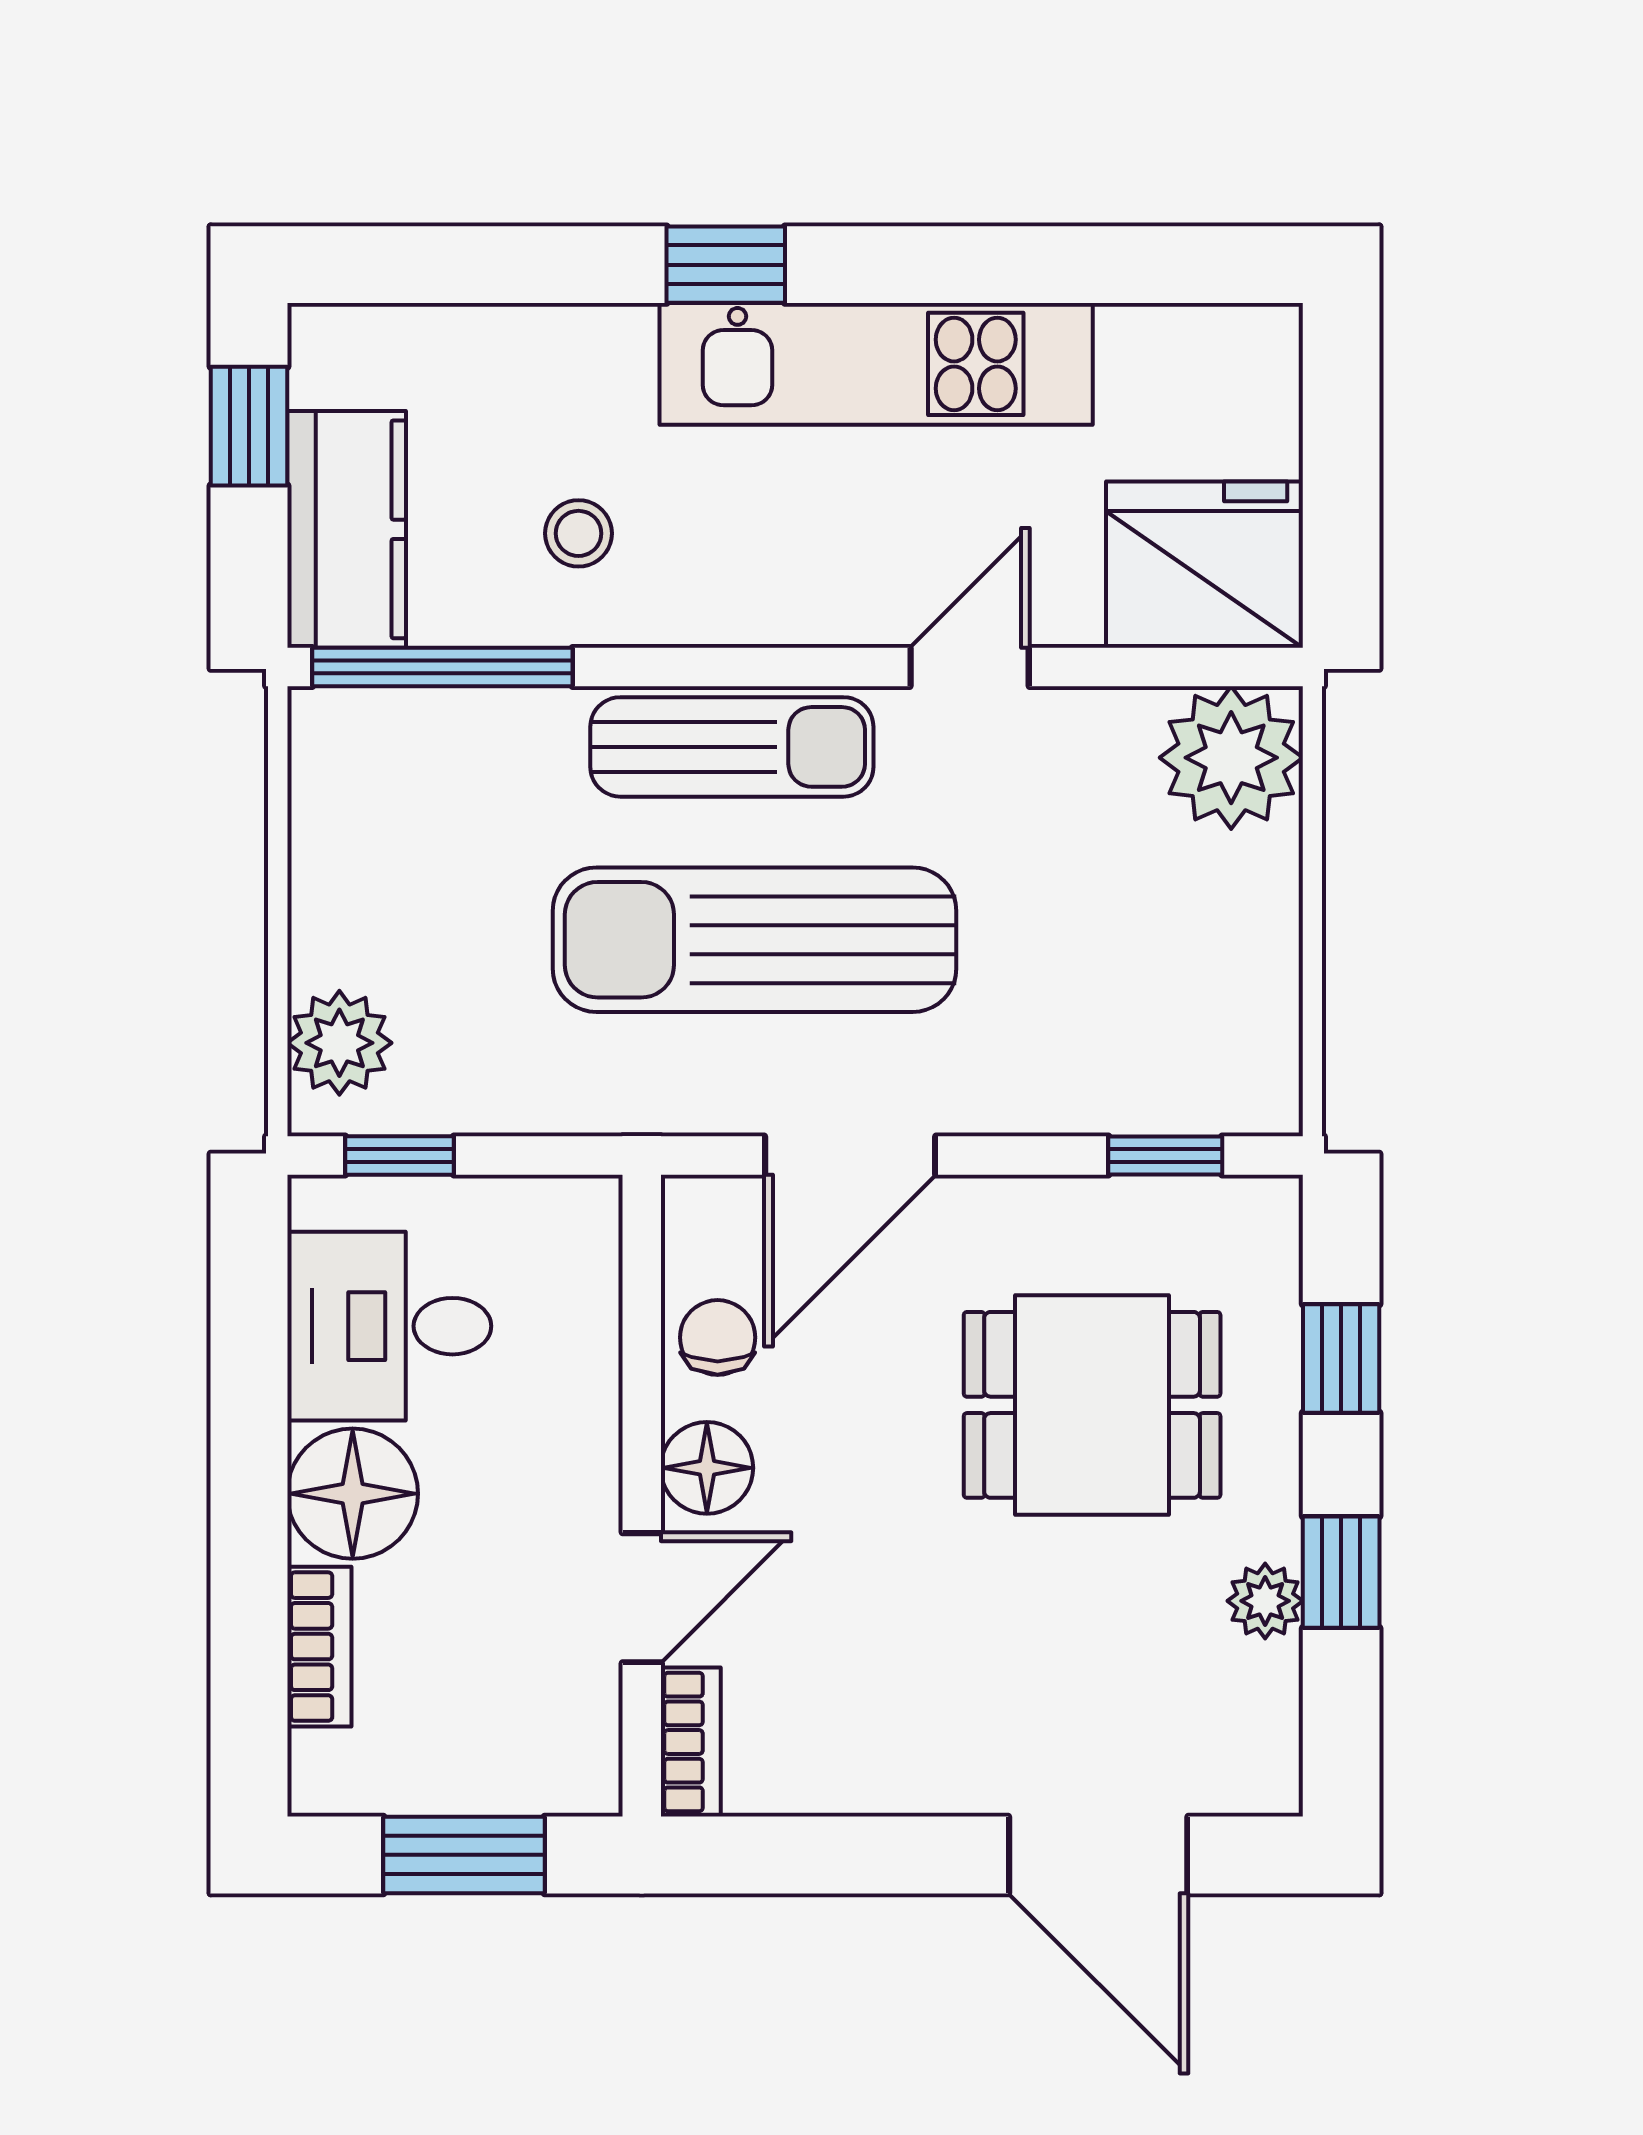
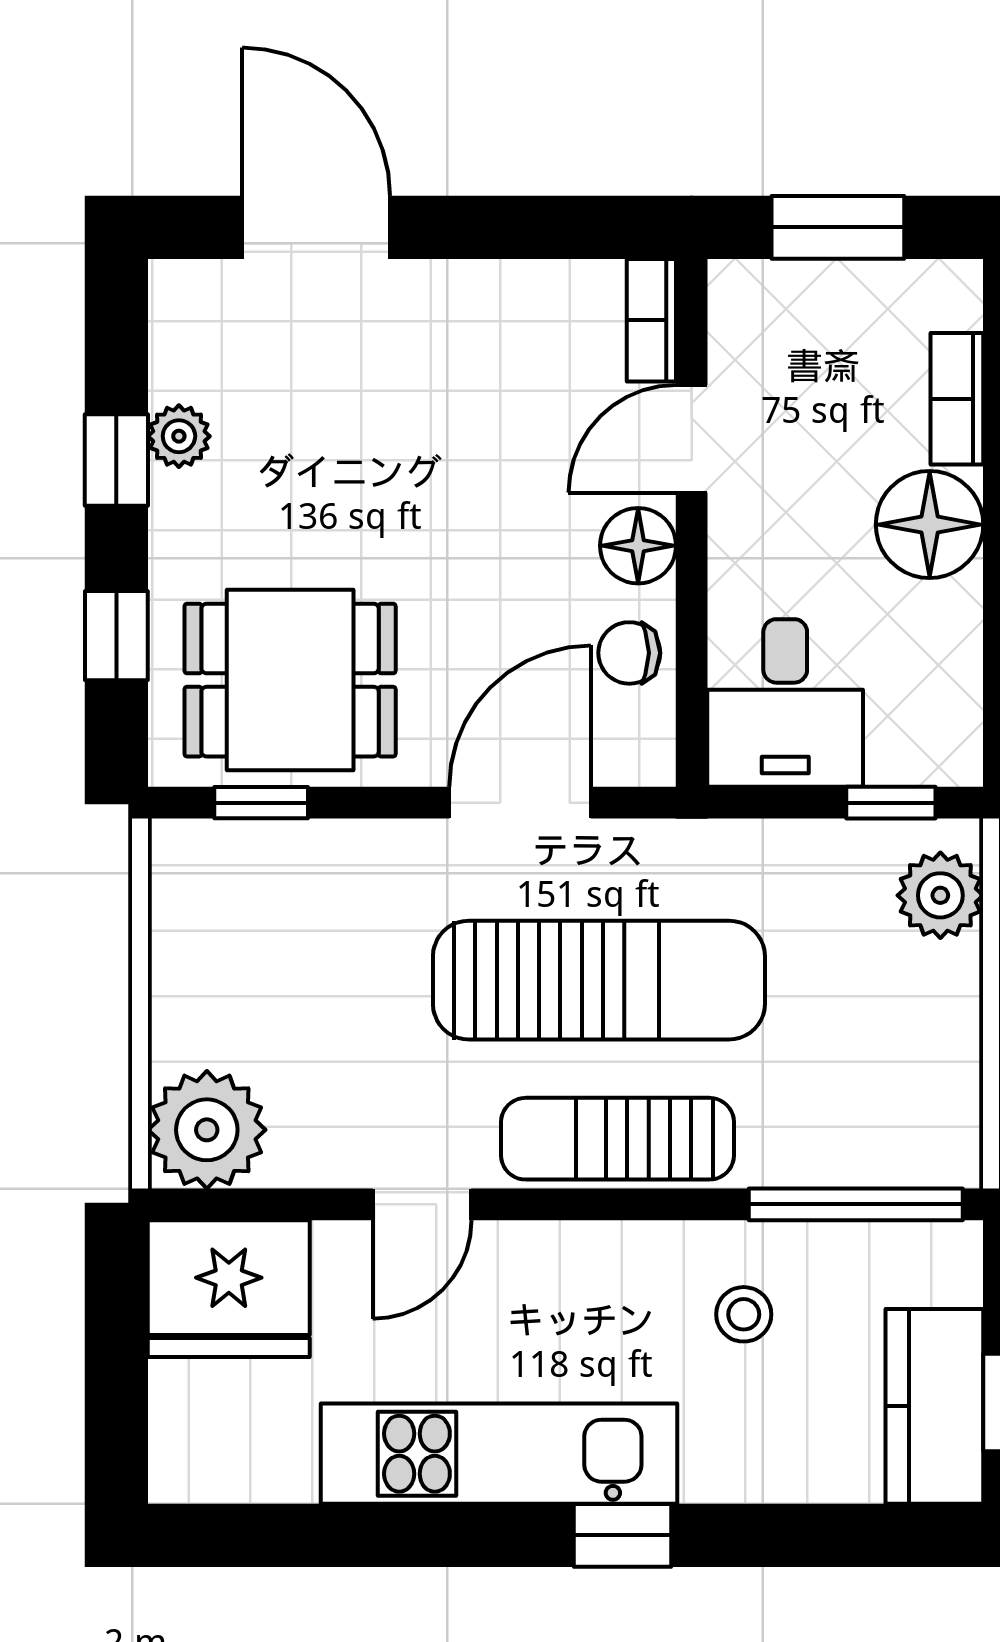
kitchen counter: (347, 529) -> (934, 1406), moved
desk: (389, 1326) -> (785, 703), moved, turned 90
chair: (718, 1337) -> (629, 653), turned 90
dining table: (1092, 1405) -> (290, 680), moved

